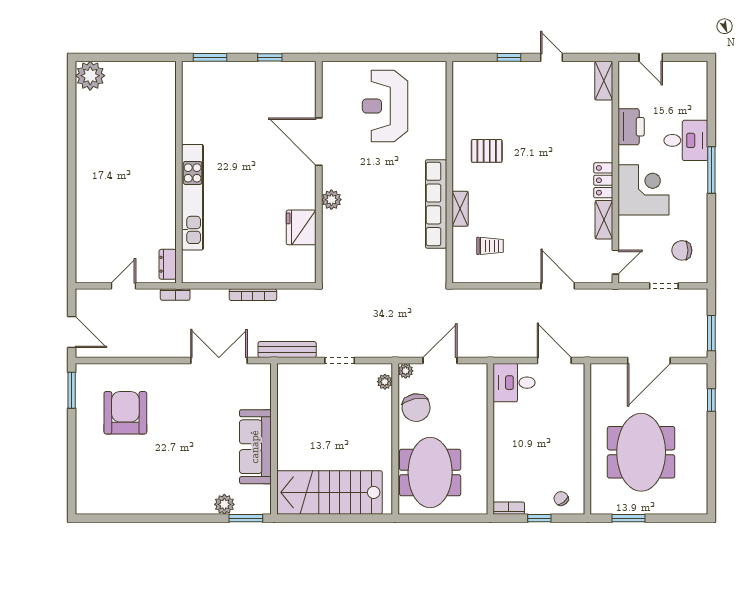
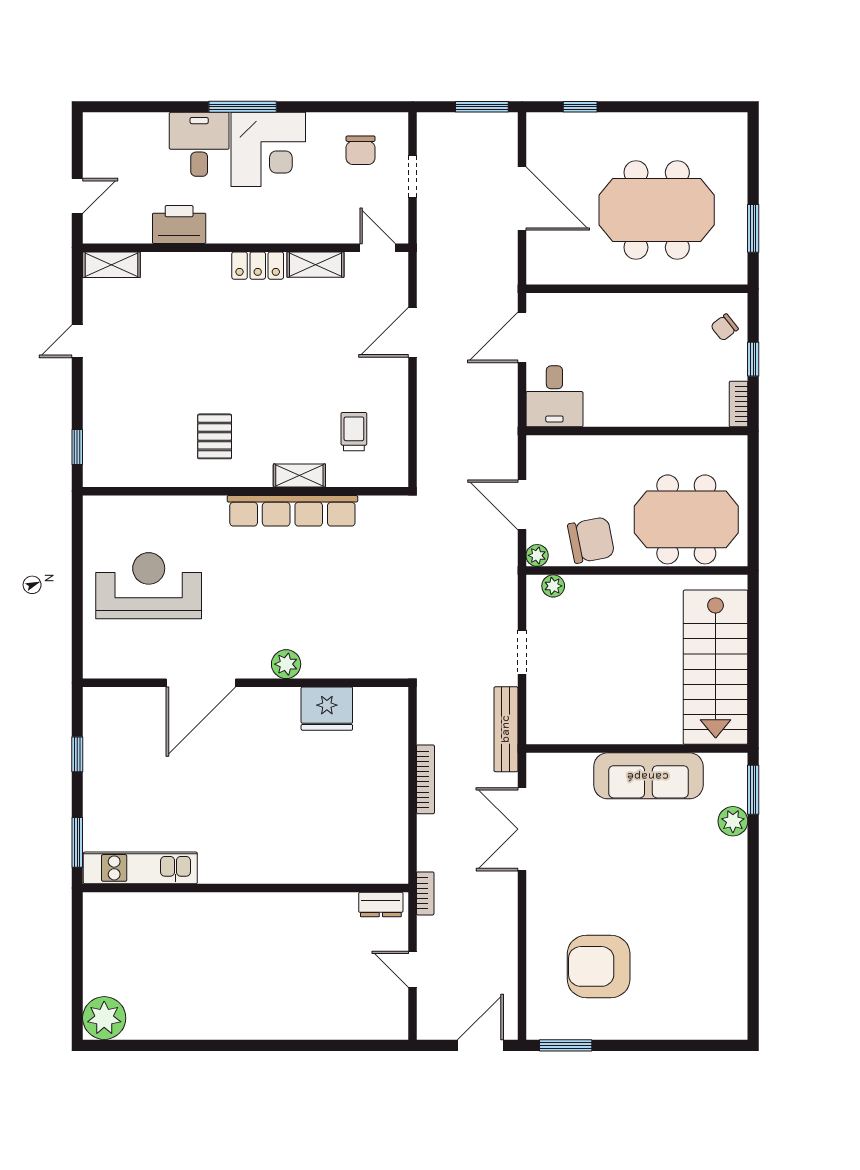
window: (509, 57) -> (77, 447), moved
reception desk: (385, 106) -> (149, 586), turned 180
corner desk: (644, 190) -> (268, 149), moved, turned 180
kitchen unit: (193, 197) -> (140, 868), moved, width x0.73

